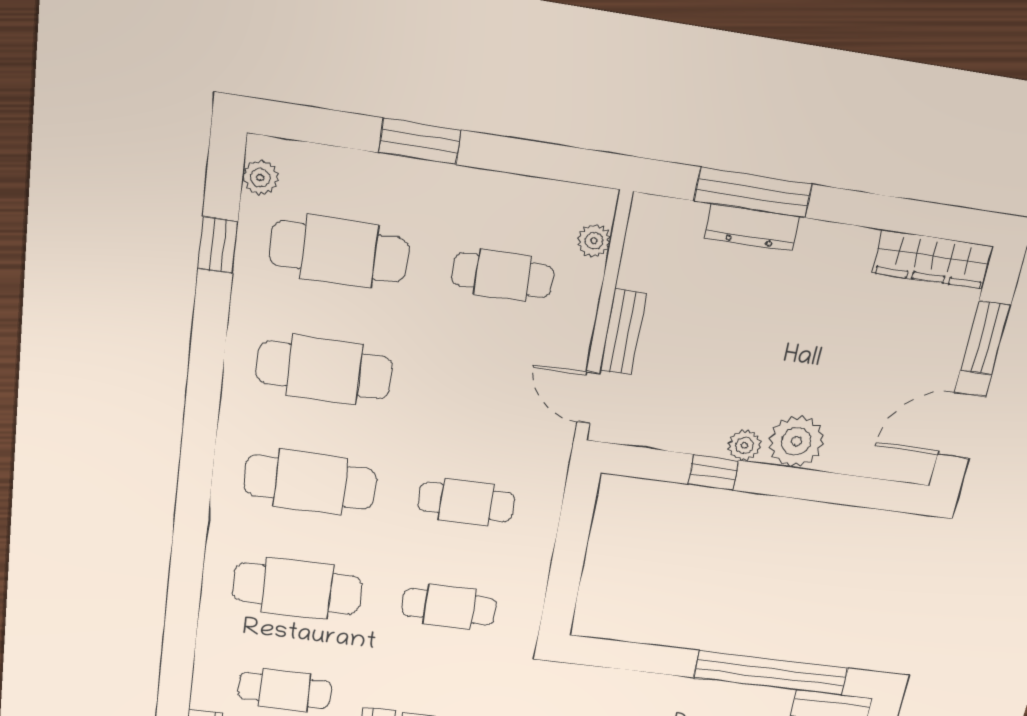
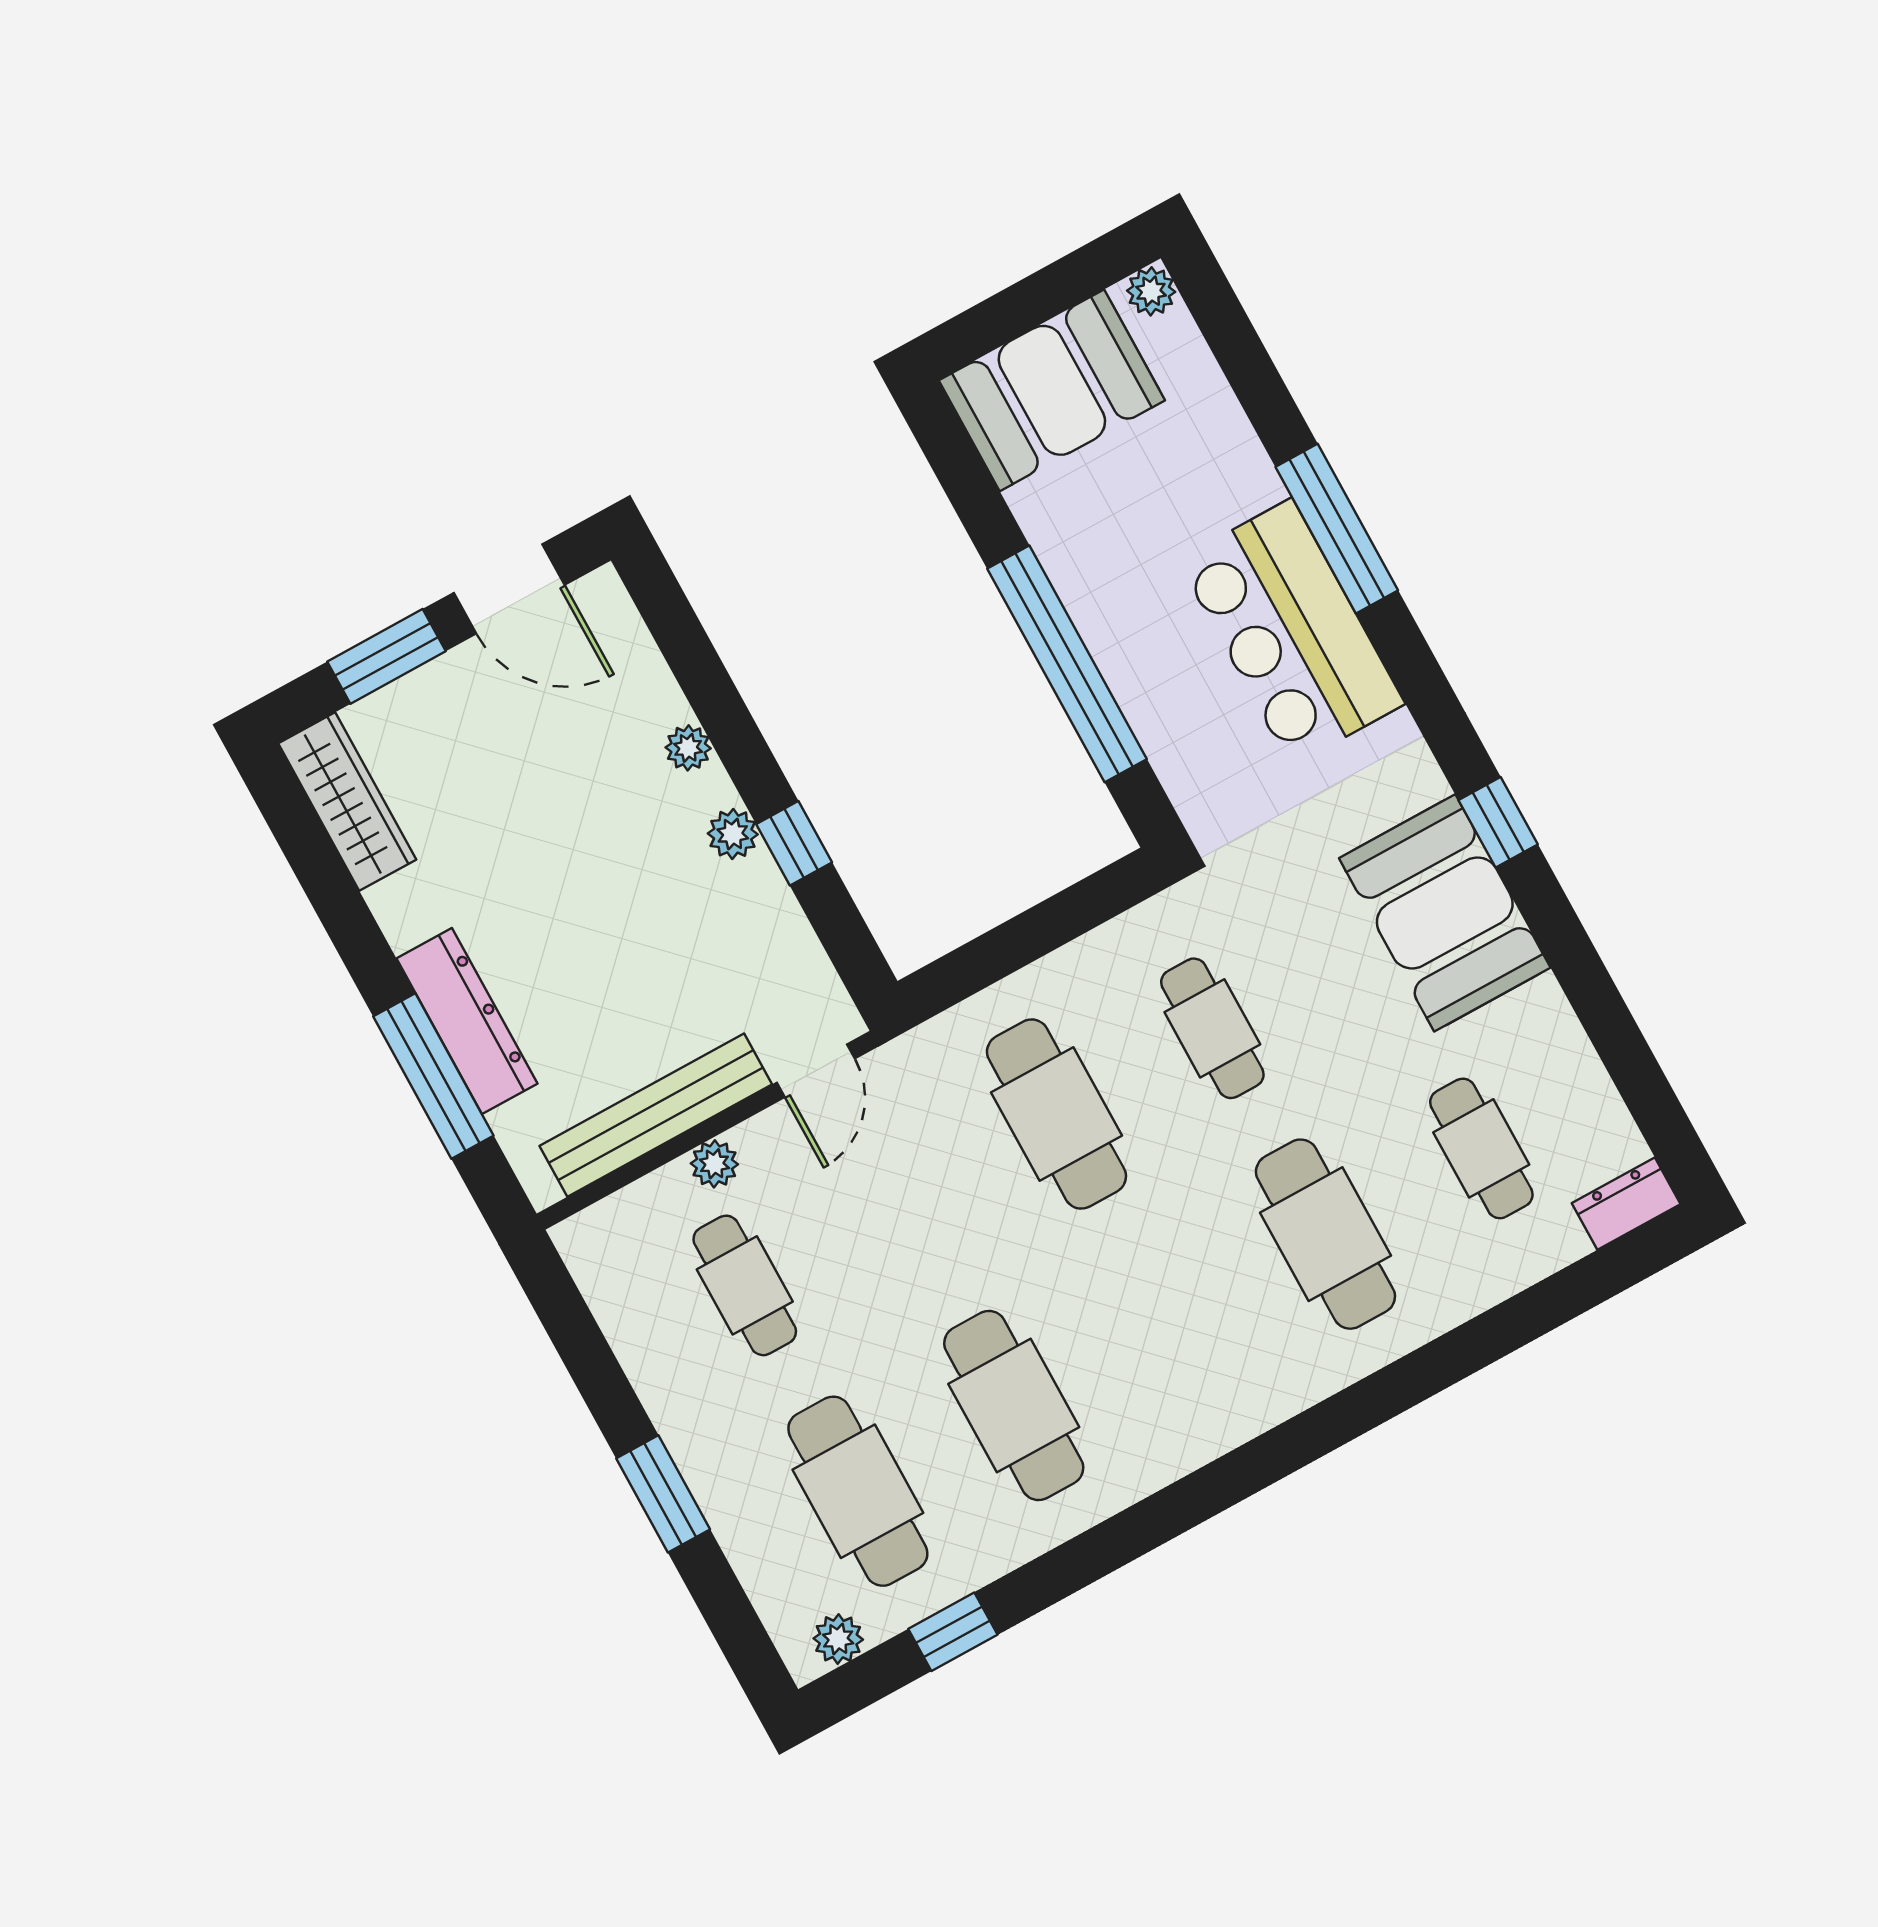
dresser: (751, 227) -> (467, 1021), width x1.37, depth x1.24
plant: (594, 241) -> (714, 1164), moved
bench: (623, 332) -> (656, 1115), width x1.86, depth x1.21
plant: (796, 441) -> (688, 748), width x0.53, depth x0.53
cafe table: (311, 482) -> (1170, 1320), removed
cafe table: (466, 502) -> (1056, 1114), width x1.37, depth x1.35
window: (771, 673) -> (1067, 664), moved

